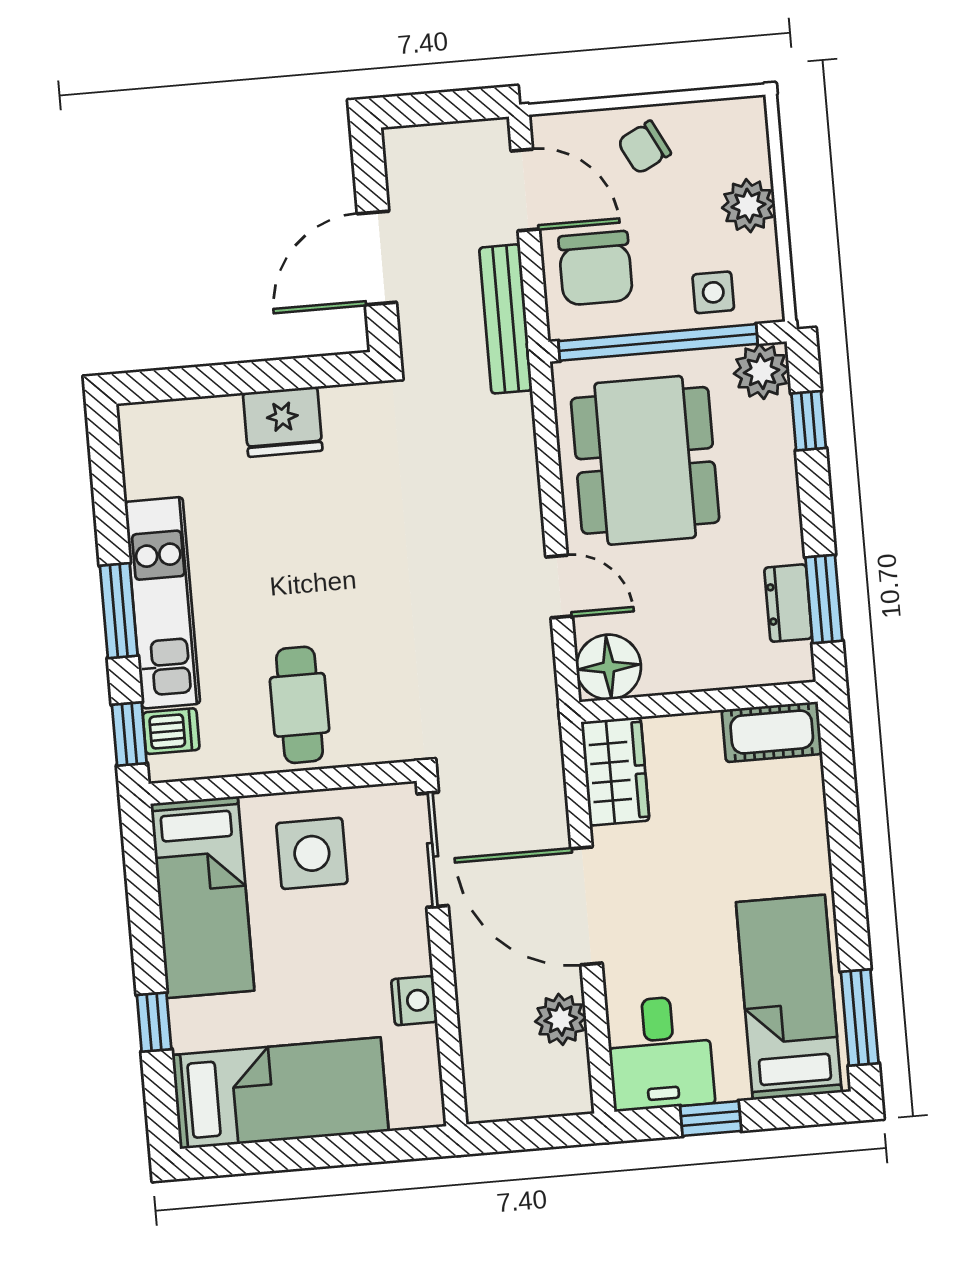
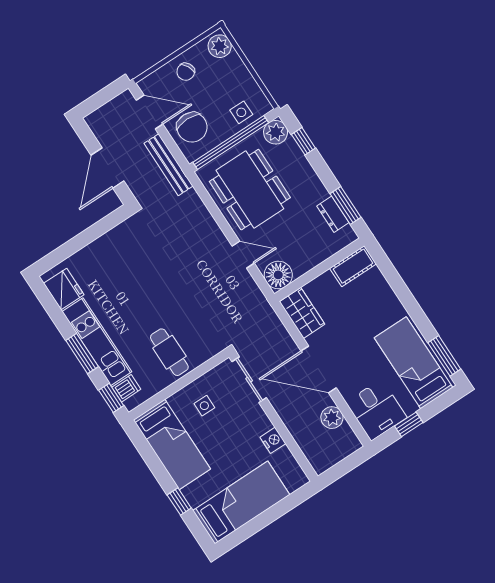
plant: (748, 206) -> (220, 46), moved
fridge: (283, 422) -> (64, 289), moved, turned -90
side table: (312, 853) -> (204, 406), width x0.54, depth x0.54

